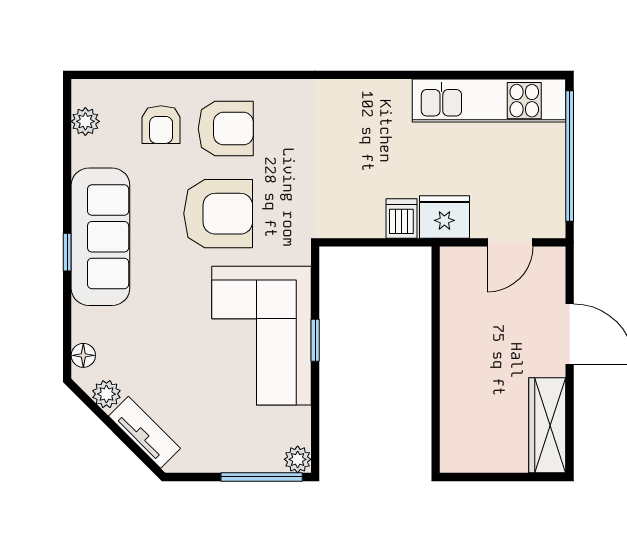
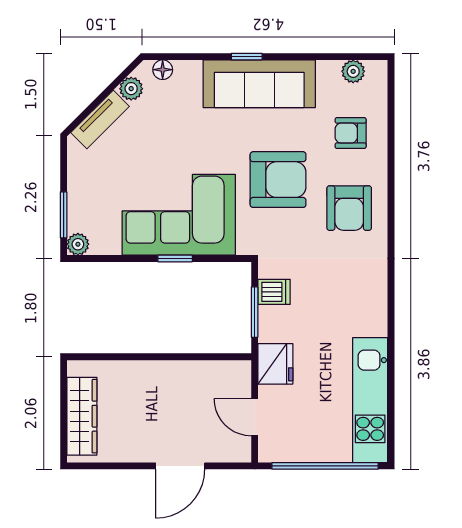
armchair: (226, 129) -> (349, 208), moved
armchair: (218, 214) -> (278, 180), turned -90
dishwasher: (401, 219) -> (274, 292), moved
window: (381, 242) -> (255, 312), added
wardrobe: (547, 425) -> (82, 416), moved, turned 90
window: (262, 477) -> (64, 215), width x0.69

